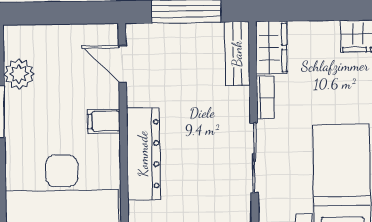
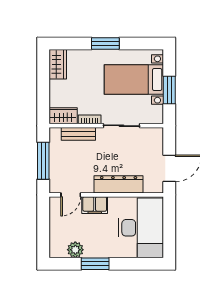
bench: (237, 54) -> (78, 134), moved
filing cabinet: (104, 121) -> (95, 205), width x2.00

